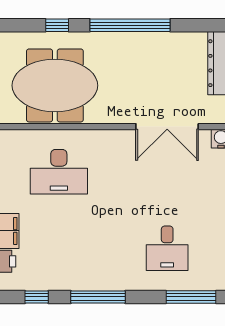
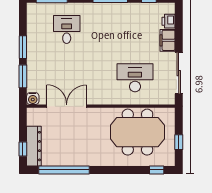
window: (57, 25) -> (157, 170), moved
window: (130, 25) -> (64, 170), moved

